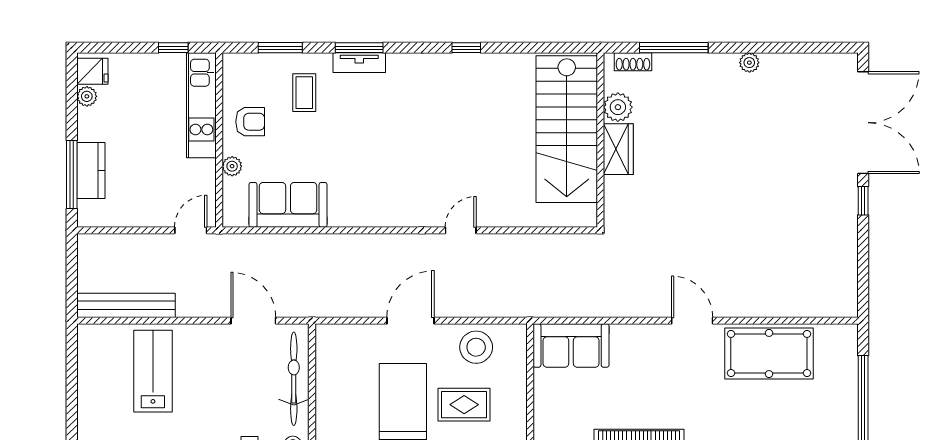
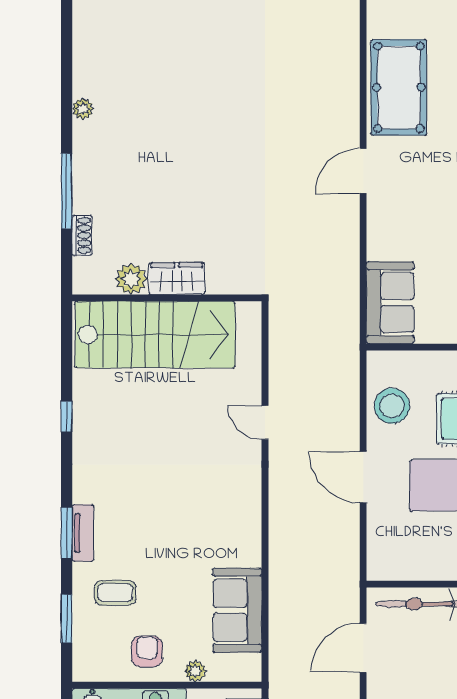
plant: (618, 107) -> (131, 279), moved
stairs: (567, 129) -> (155, 335), moved
wall: (600, 140) -> (167, 298), moved
wardrobe: (618, 149) -> (177, 279), moved

